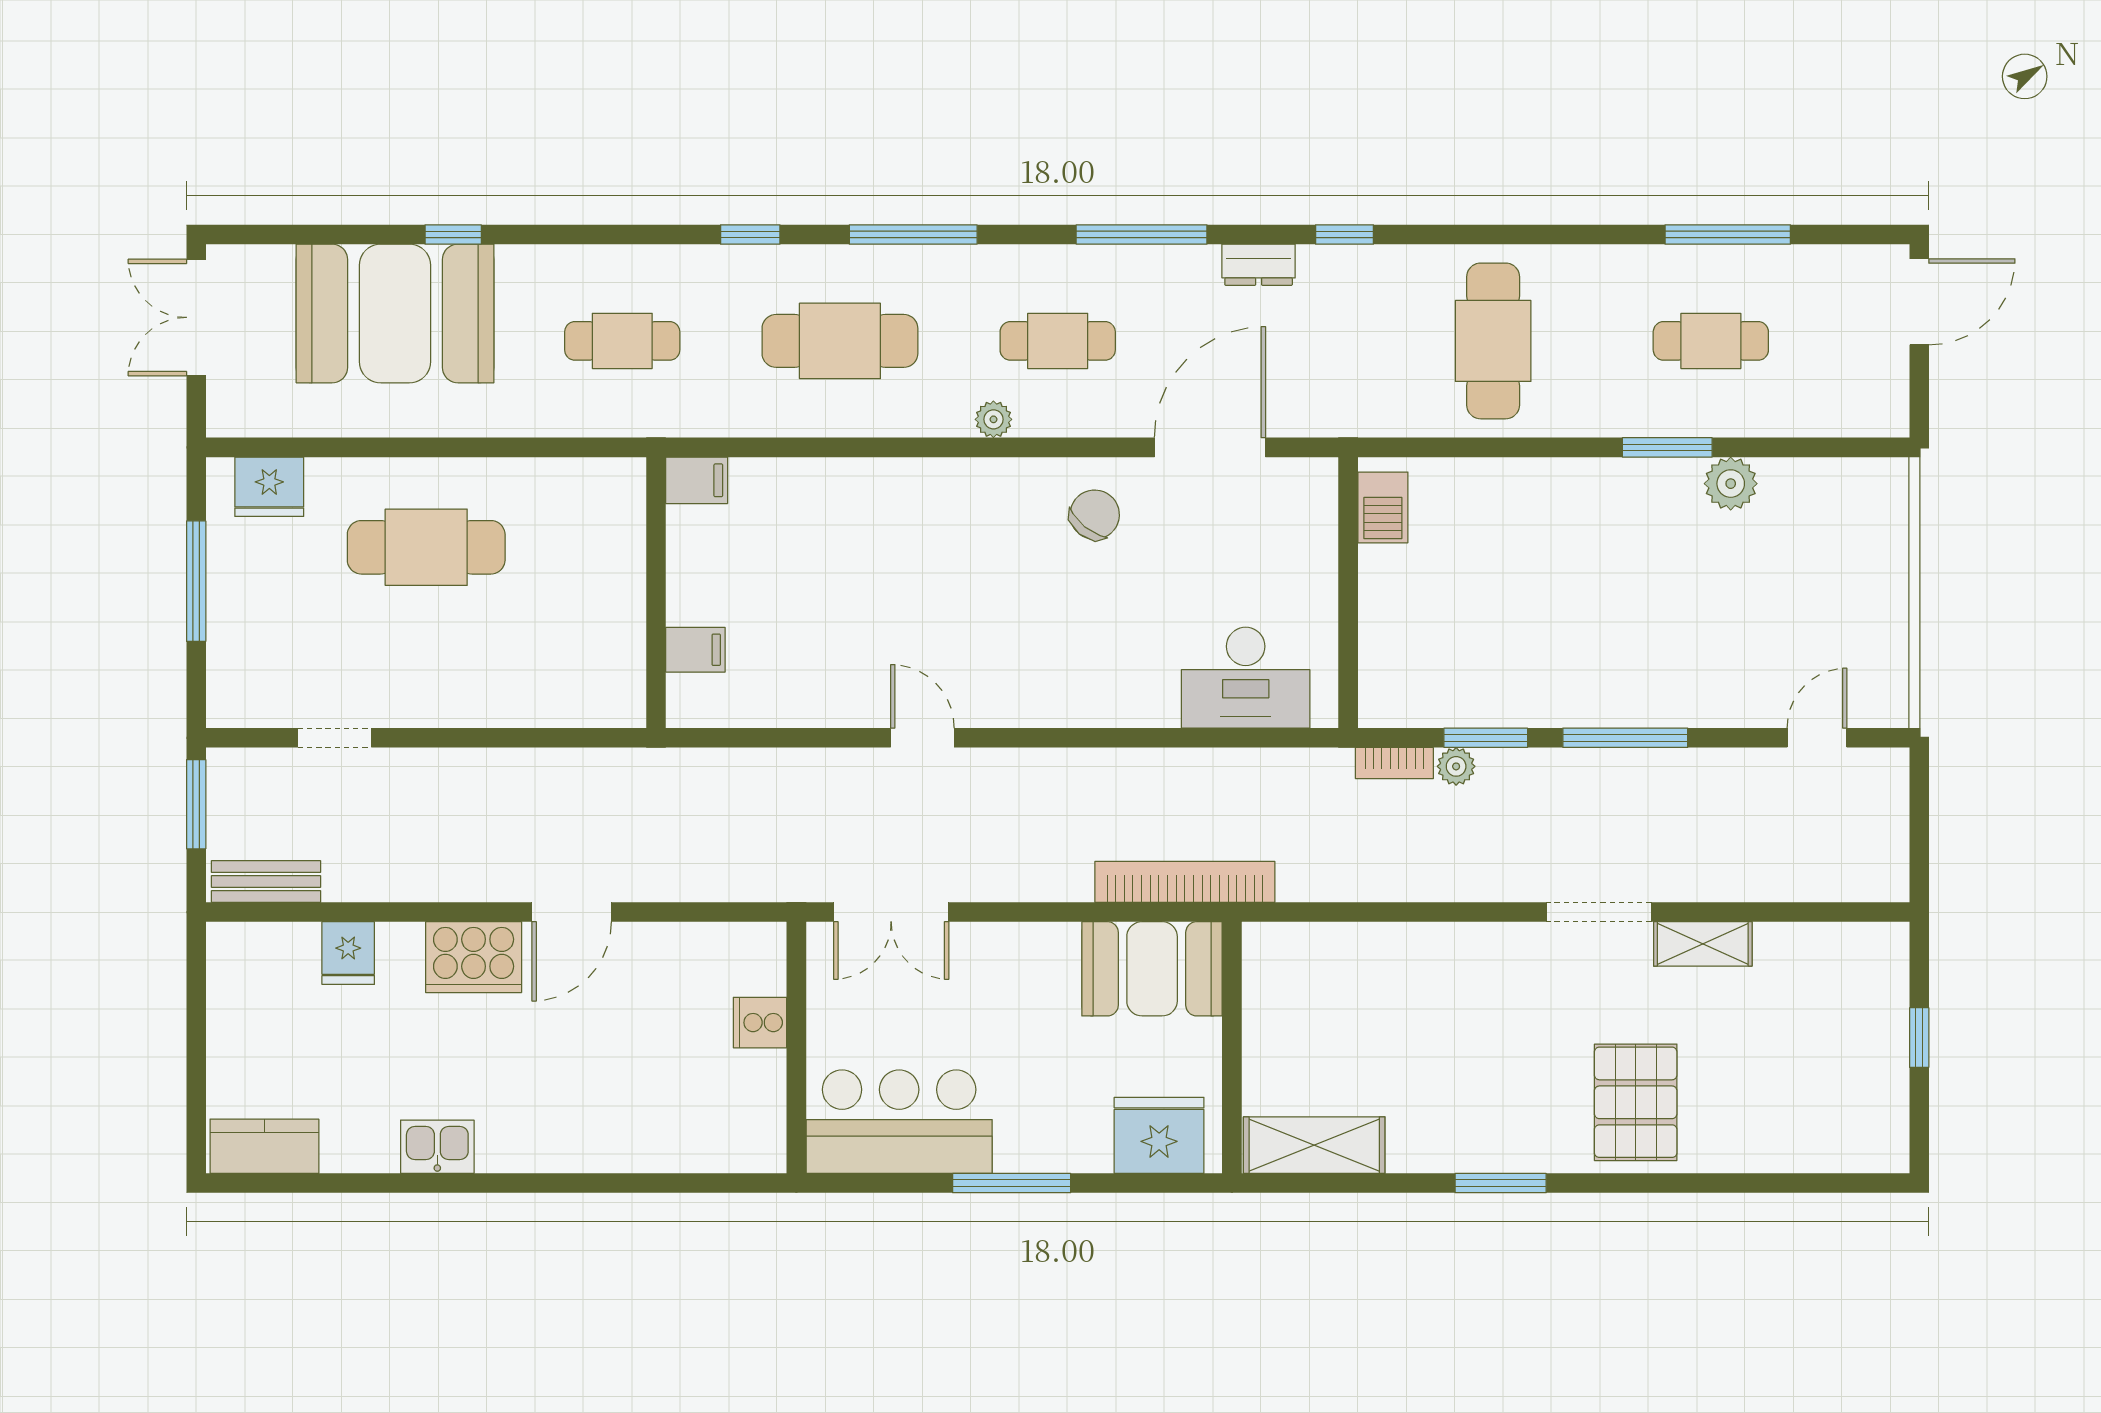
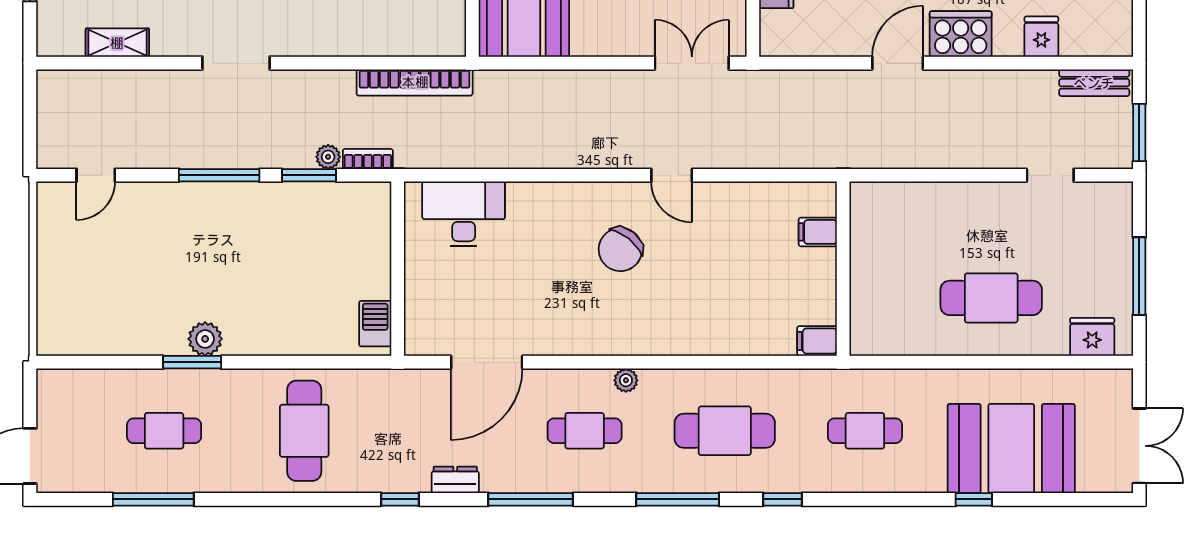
plant: (1731, 484) -> (205, 339), moved
chair: (1095, 515) -> (620, 249), moved, width x1.37, depth x1.37
bookcase: (1185, 882) -> (415, 82), moved
shelving: (1703, 944) -> (117, 43), moved

